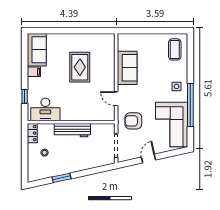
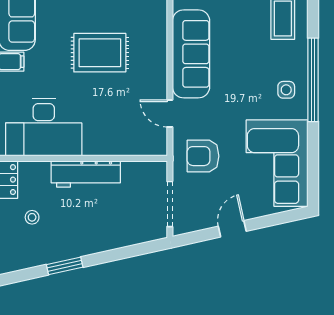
rug: (80, 67) -> (100, 53), turned 90
sofa: (127, 68) -> (191, 54), width x1.36
window: (190, 105) -> (313, 80), moved
desk: (45, 109) -> (44, 127), width x1.36, depth x1.30

